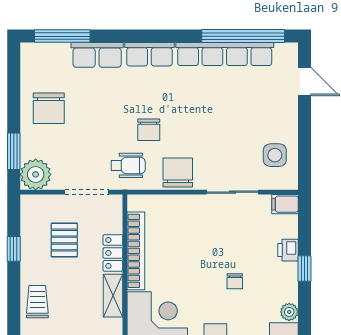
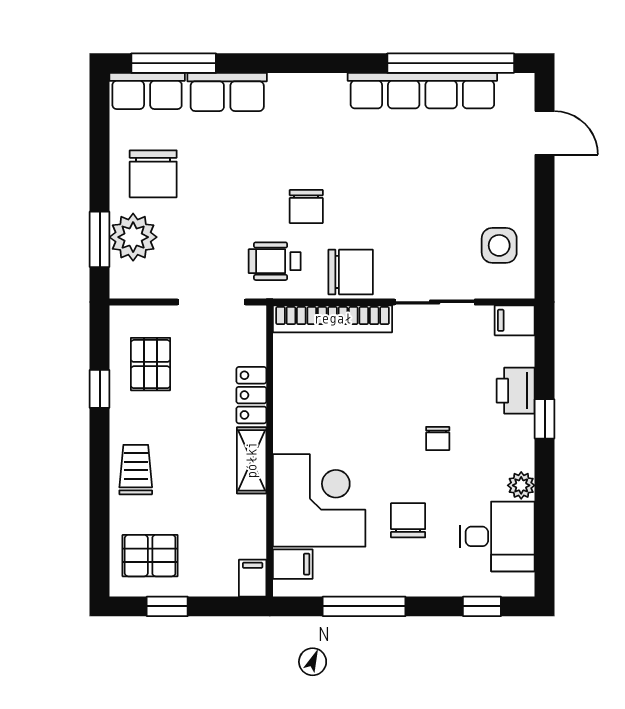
row of seats: (149, 54) -> (147, 91), moved
wheelchair: (128, 165) -> (275, 261), turned 180
chair: (178, 173) -> (351, 272), turned 90
plant: (36, 174) -> (133, 237), moved
pallet: (64, 240) -> (151, 364), moved
printer: (288, 250) -> (516, 391), width x1.36, depth x1.24
bookcase: (136, 251) -> (333, 319), moved, turned 90

